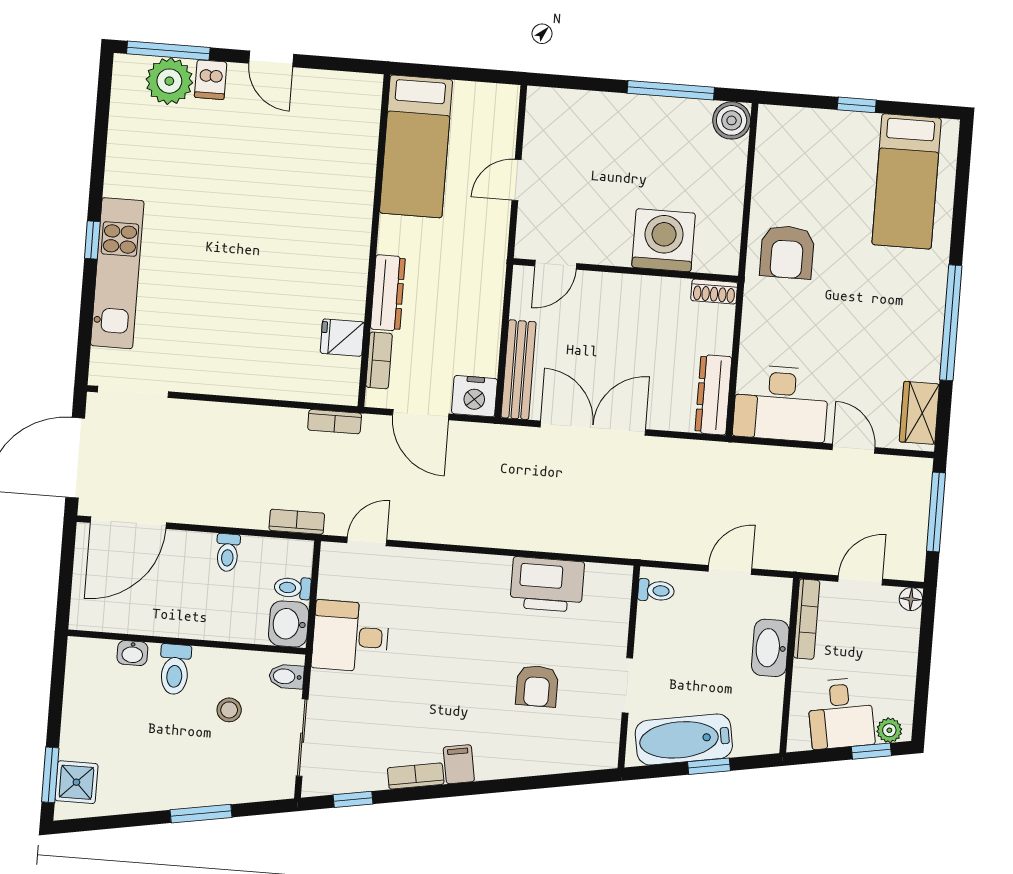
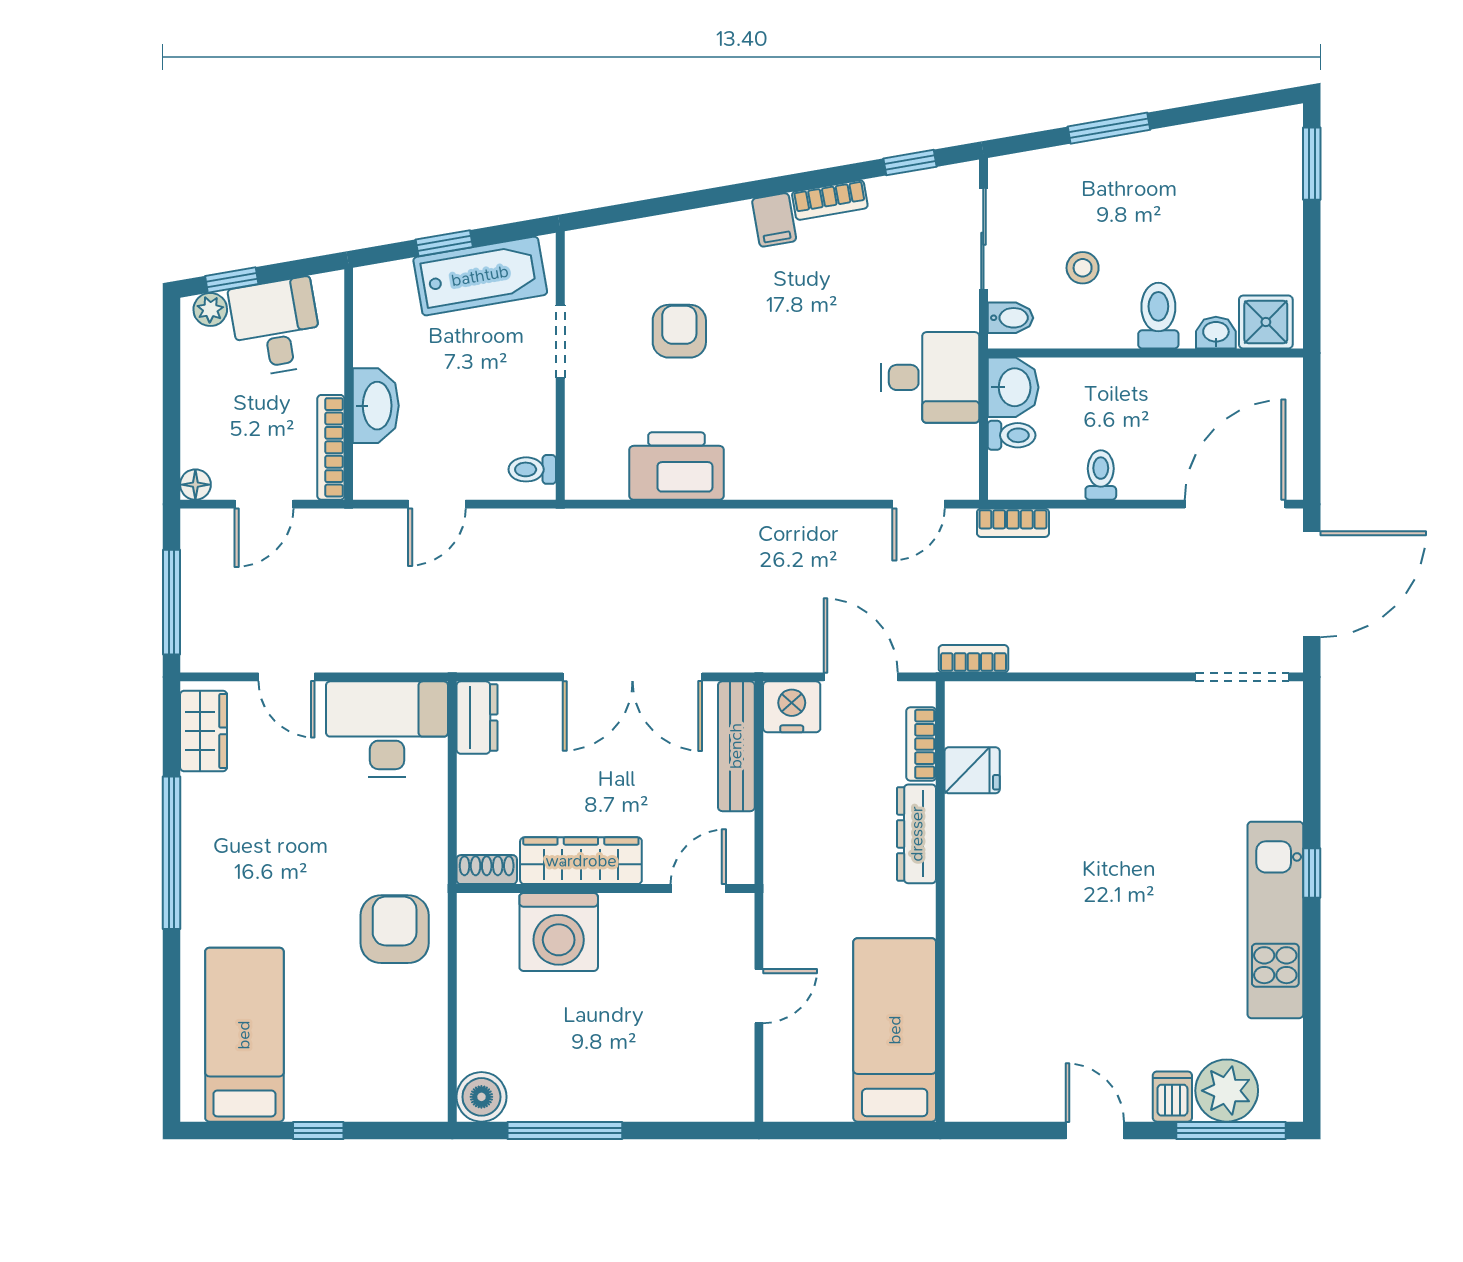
kitchen unit: (117, 273) -> (1275, 920), moved
wardrobe: (643, 293) -> (581, 861), added
dresser: (713, 395) -> (477, 718), width x0.70
shower: (76, 782) -> (1266, 322), moved

